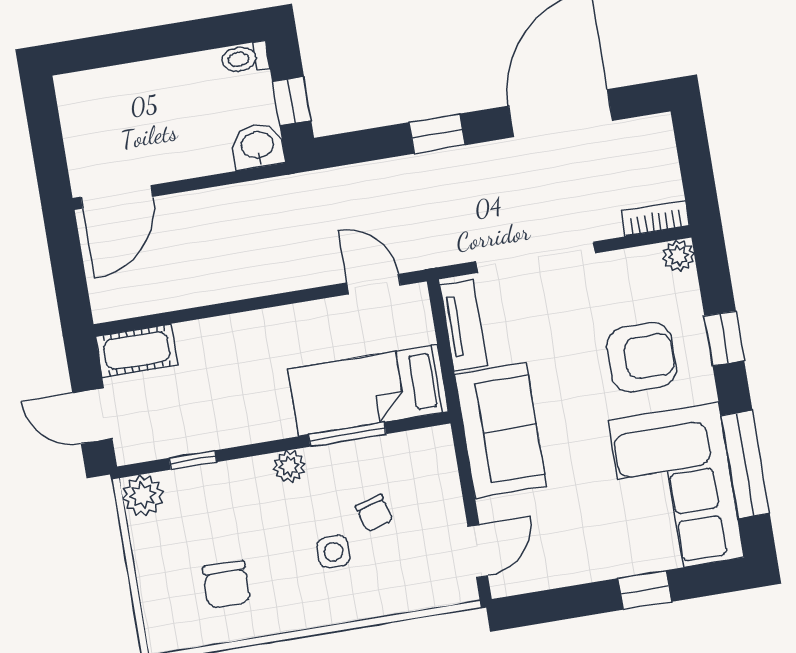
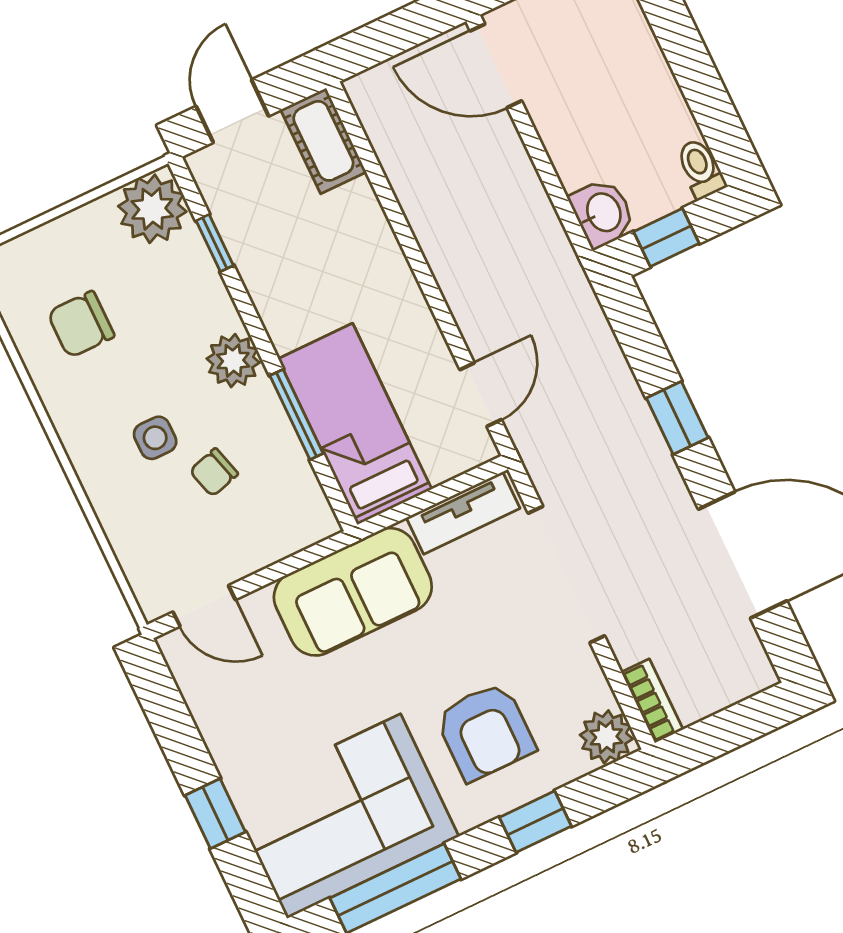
plant: (678, 256) -> (606, 737), width x1.38, depth x1.38
plant: (289, 466) -> (233, 361), width x1.38, depth x1.38
plant: (143, 495) -> (152, 209), width x1.36, depth x1.36

